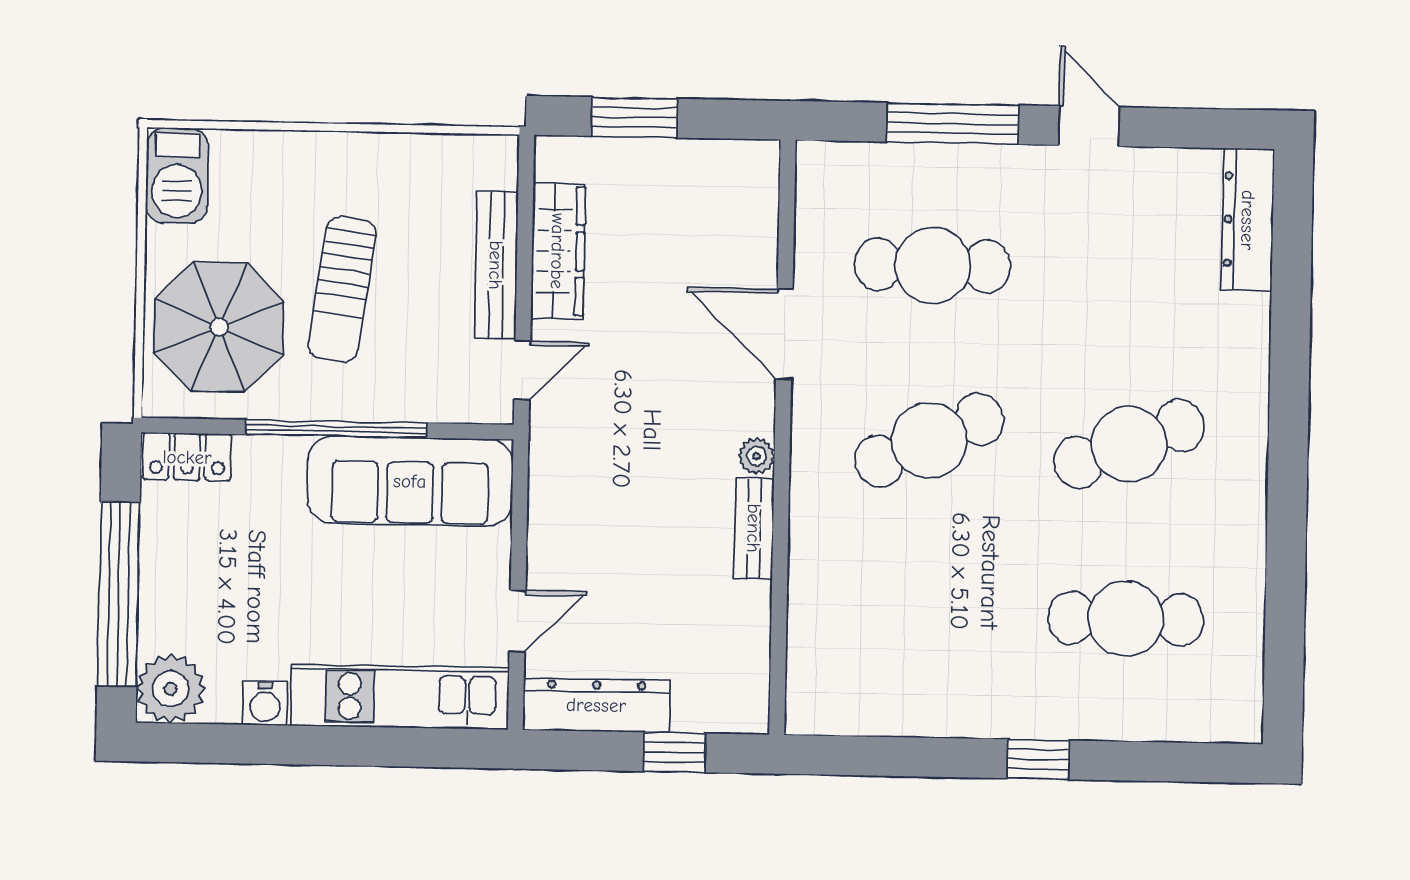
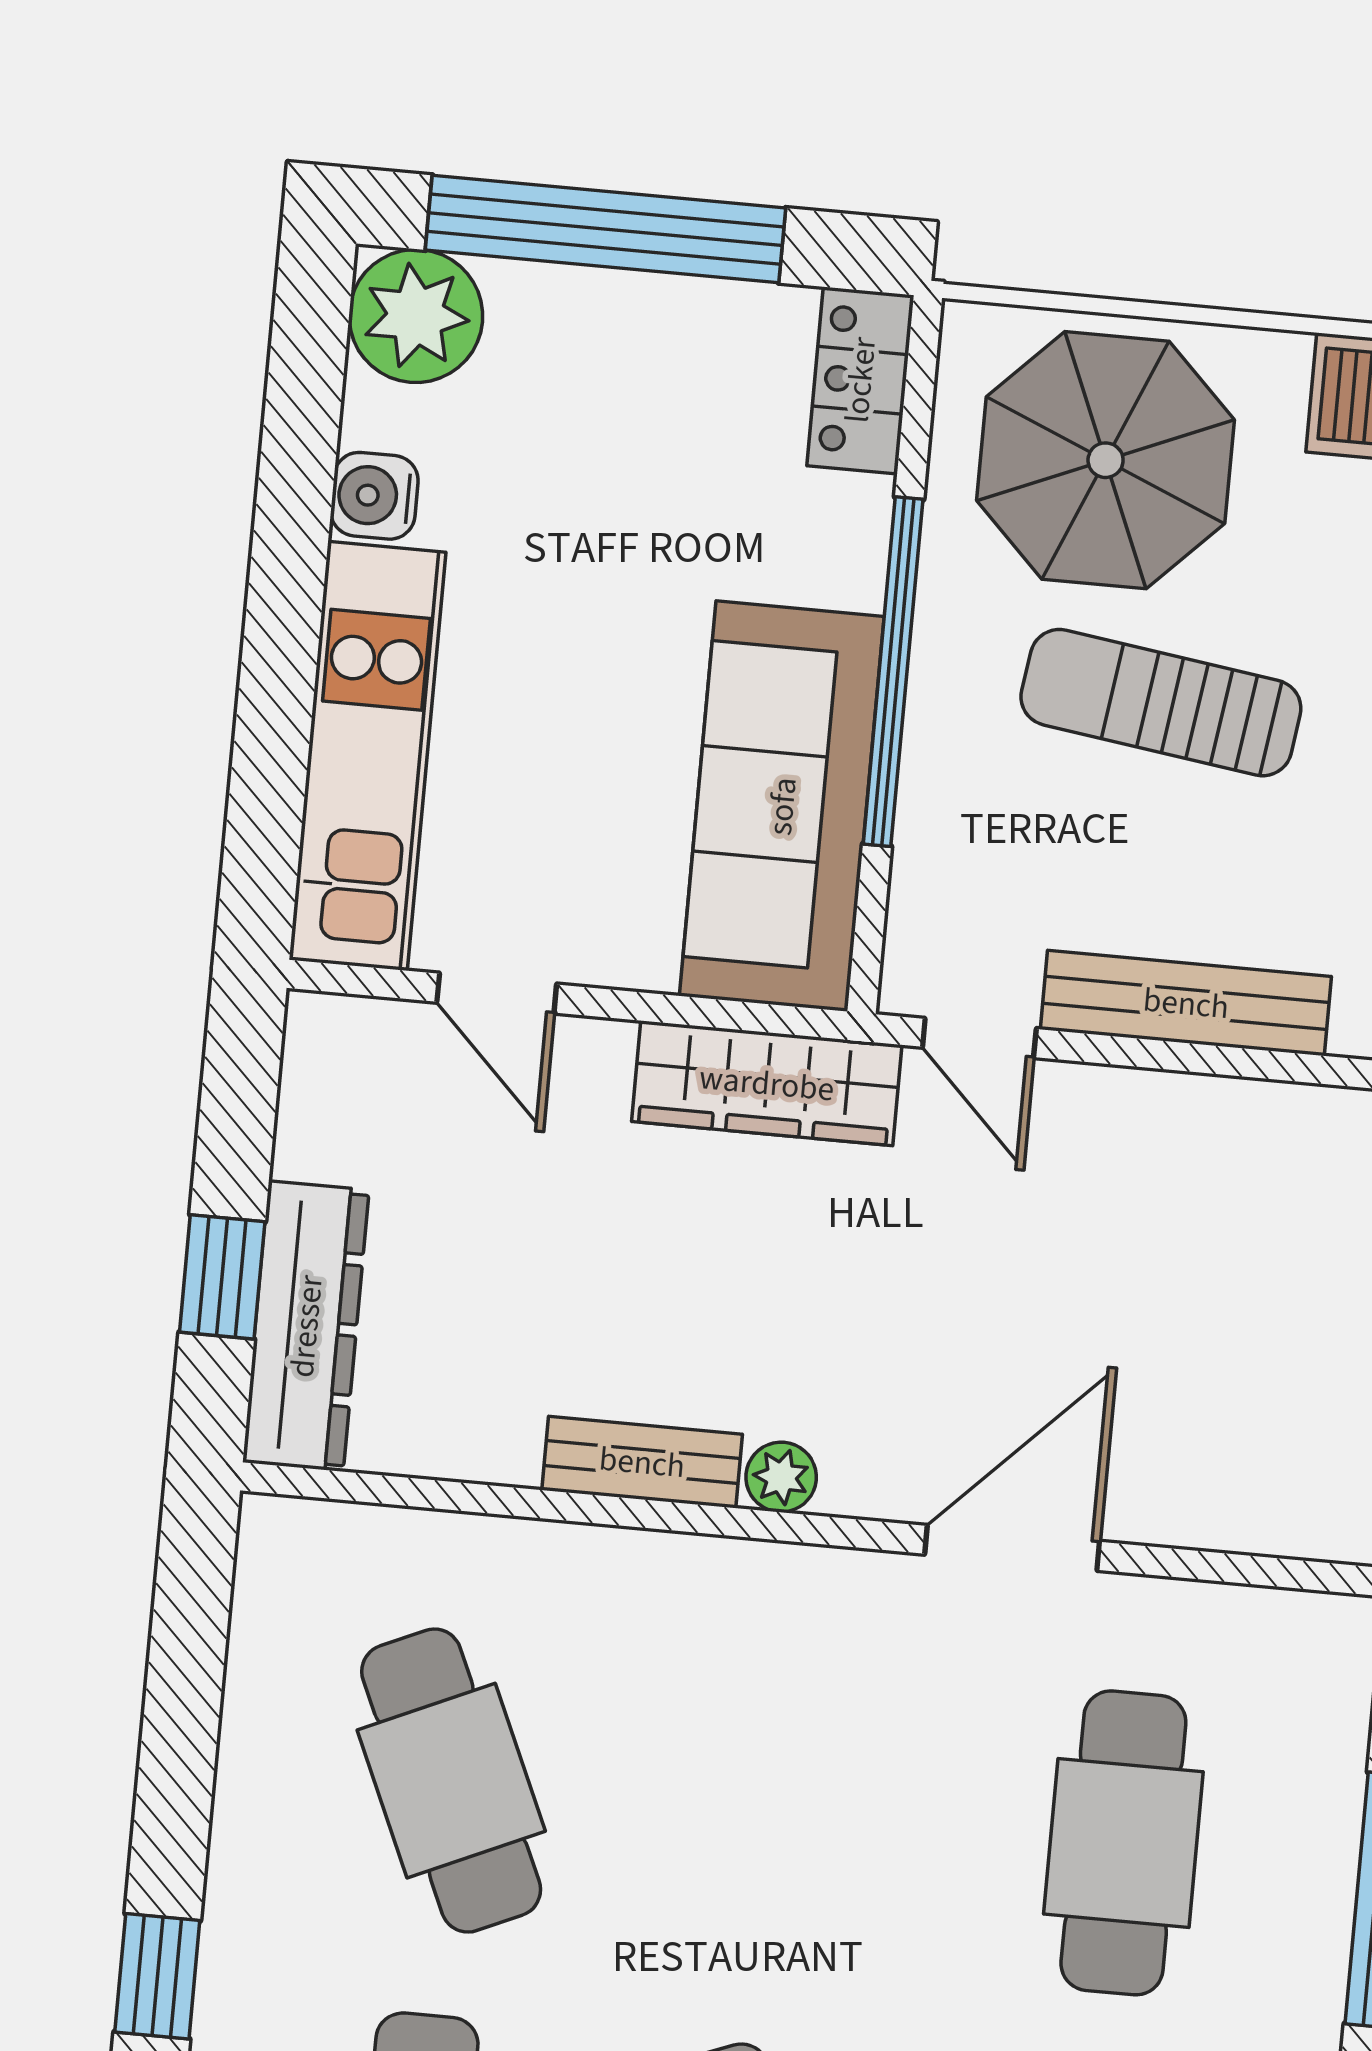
wardrobe: (558, 251) -> (767, 1083), moved
cafe table: (929, 440) -> (451, 1781), moved
dresser: (596, 705) -> (306, 1326), moved

